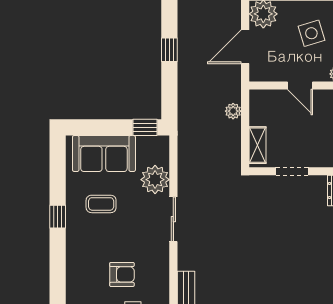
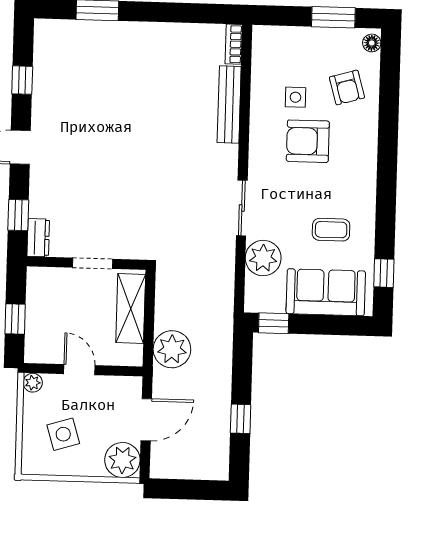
plant: (233, 111) -> (172, 349), width x1.87, depth x1.87
shelving: (257, 145) -> (131, 309), width x1.50, depth x1.33
window: (58, 217) -> (384, 273), moved
armchair: (122, 274) -> (308, 141), width x1.38, depth x1.38

